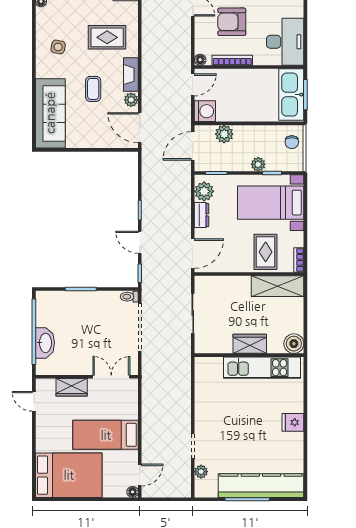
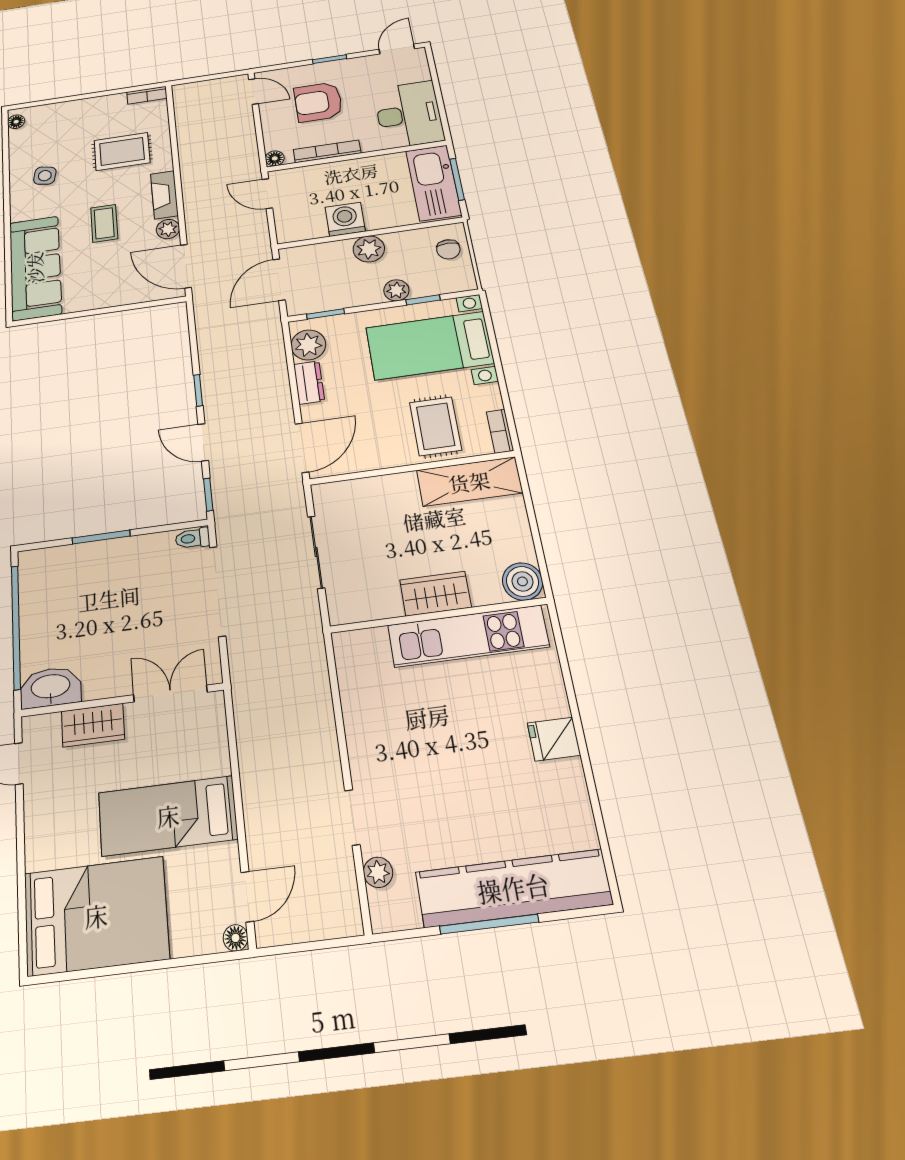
door: (193, 85) -> (267, 194), swing flipped
washing machine: (205, 111) -> (345, 219), moved, turned -90
plant: (224, 134) -> (369, 249), moved
washbasin: (45, 343) -> (51, 687), moved, turned -90

